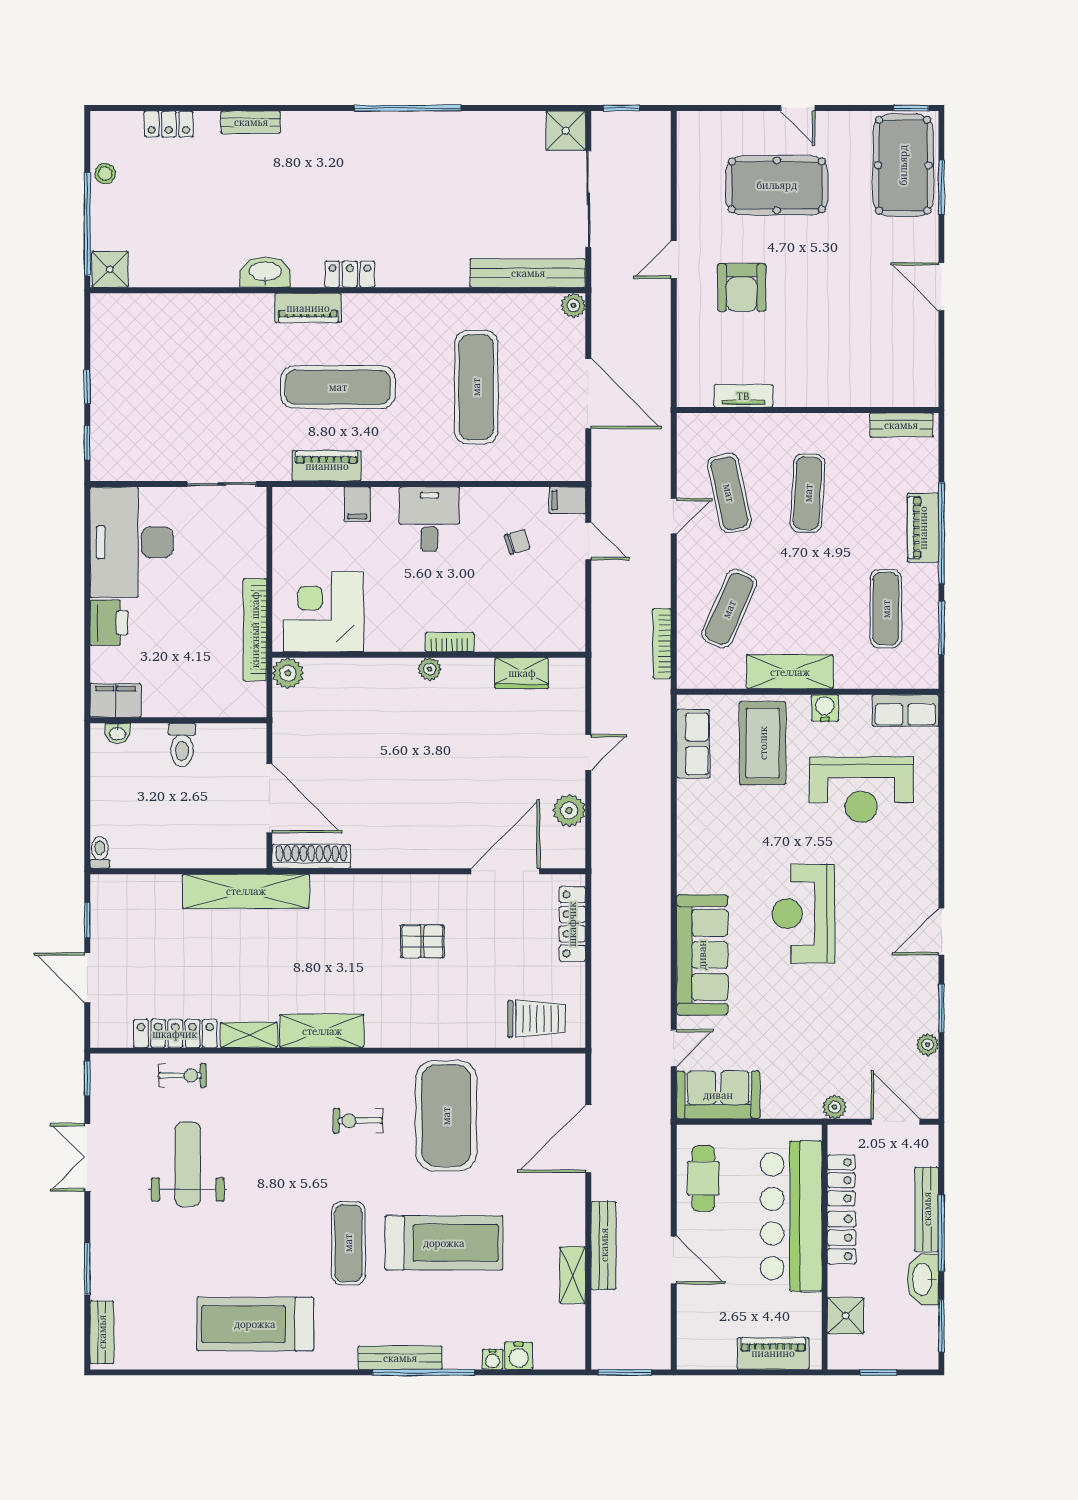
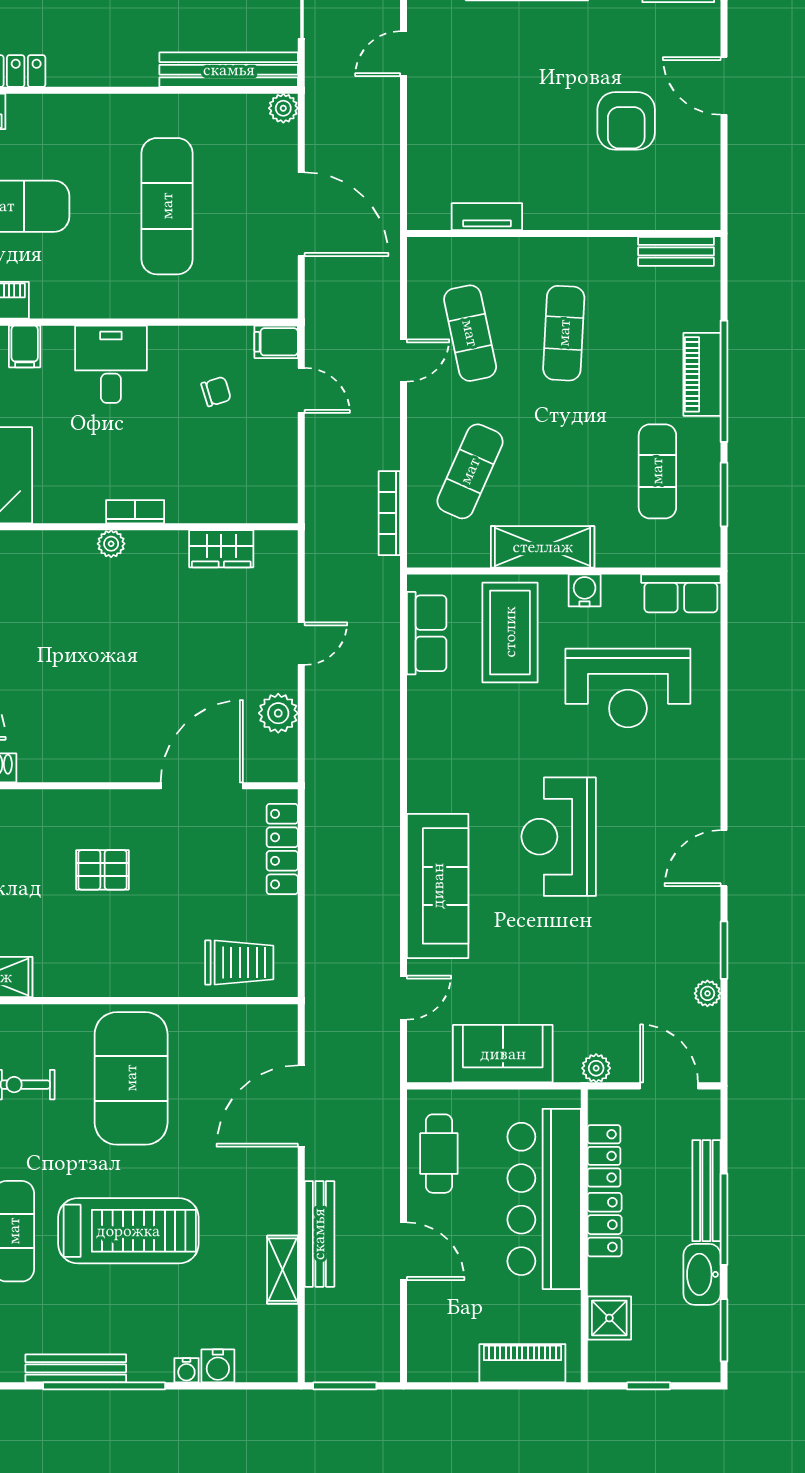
armchair: (742, 287) -> (626, 121), moved
sofa: (718, 1095) -> (503, 1054), moved

